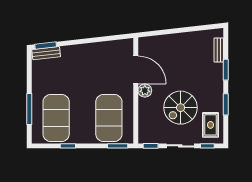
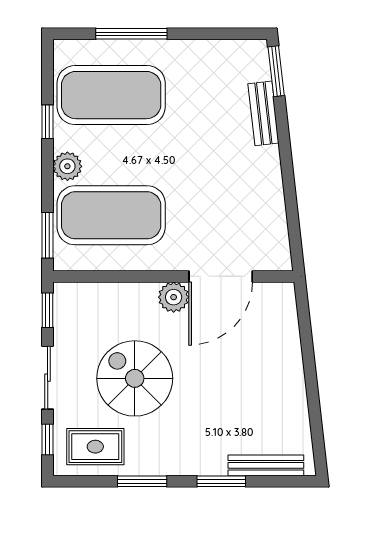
bench: (219, 50) -> (266, 465), width x1.36
bench: (46, 53) -> (263, 113), moved
plant: (87, 137) -> (67, 166), added

